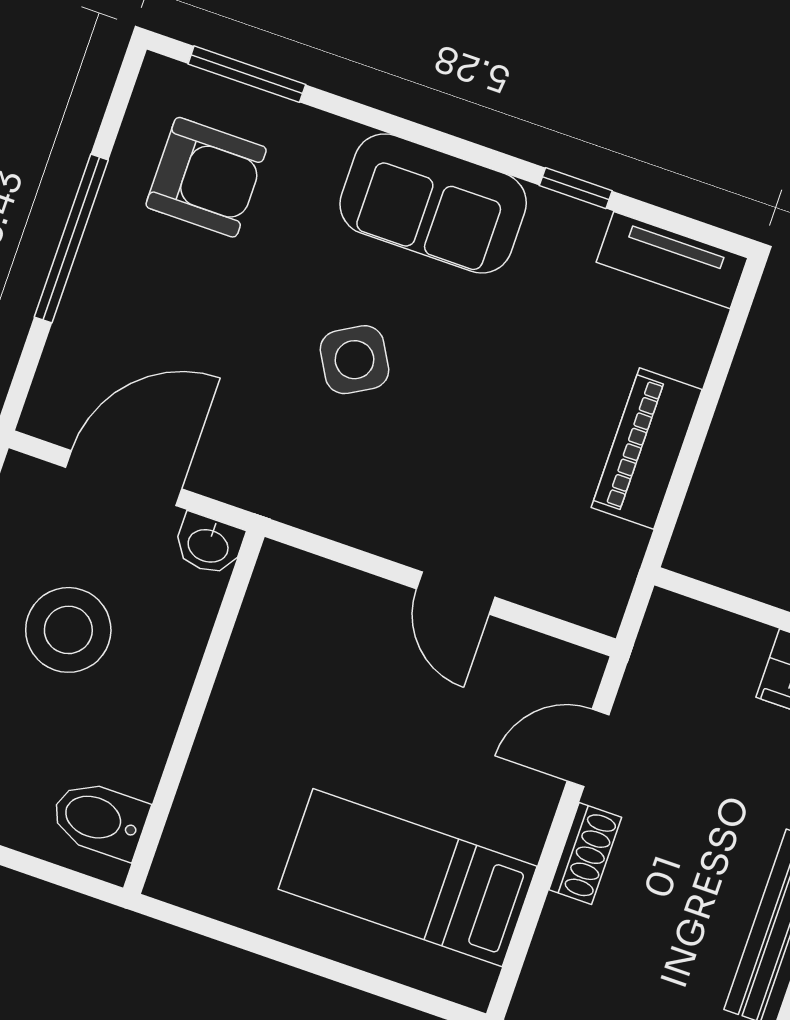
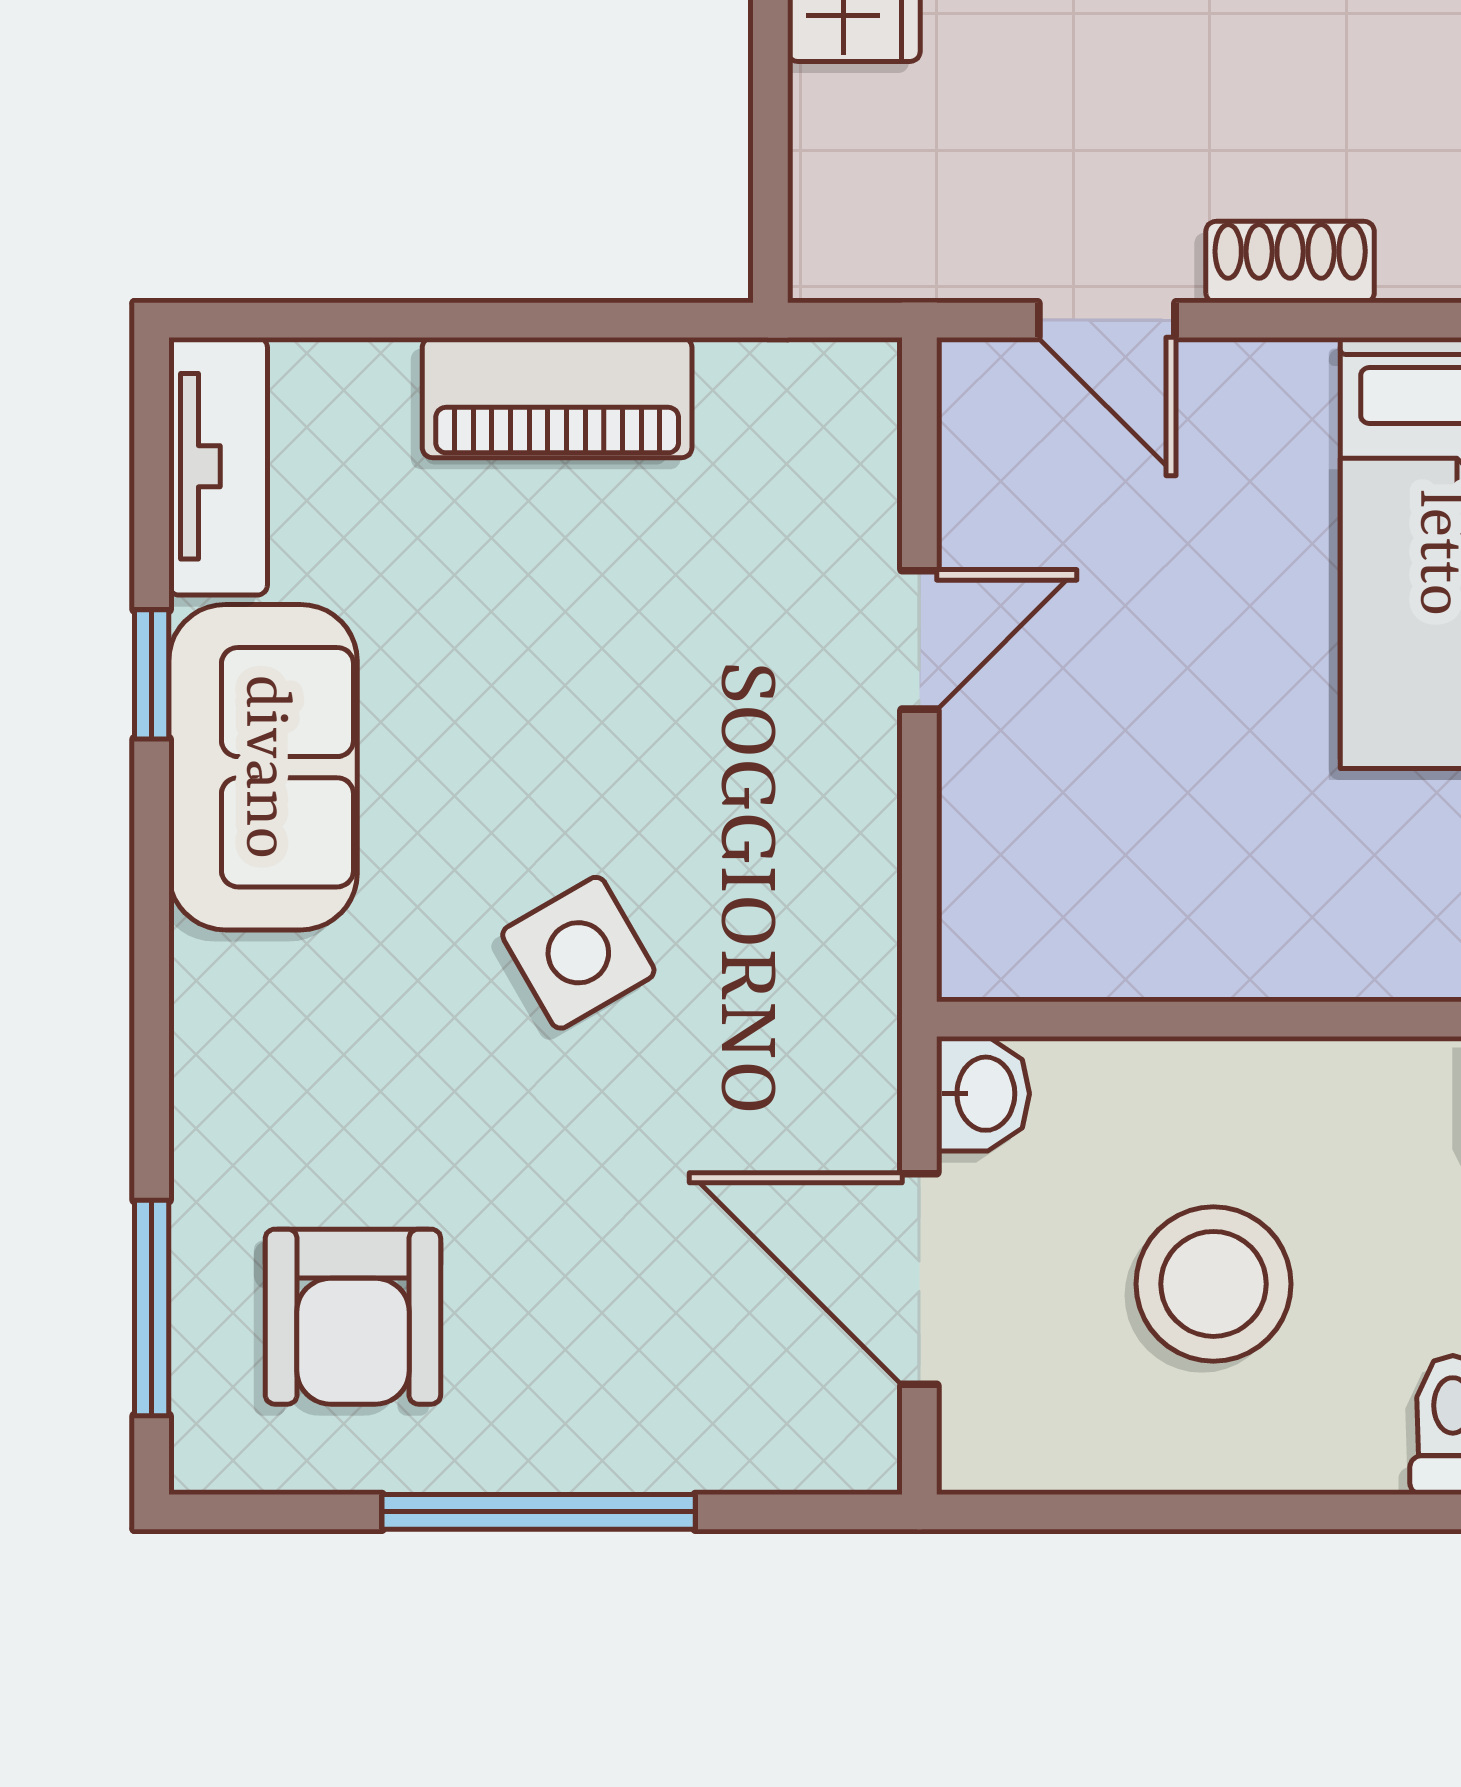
armchair: (206, 177) -> (353, 1317), turned 180
sofa: (433, 203) -> (263, 767), moved

